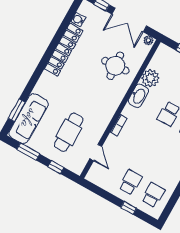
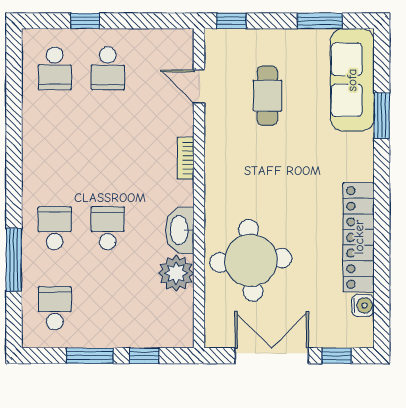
plant: (148, 40) -> (217, 339), removed
round table: (115, 66) -> (251, 260), width x1.36, depth x1.36
window: (17, 110) -> (382, 116), moved
cafe table: (69, 132) -> (267, 96), width x0.73, depth x0.74
window: (56, 167) -> (232, 21), moved

